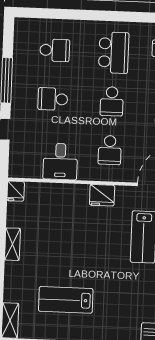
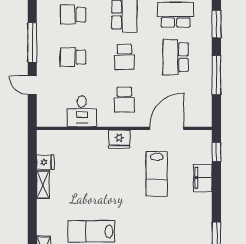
school desk: (55, 50) -> (73, 15), turned 180
fridge: (16, 191) -> (45, 162), moved, turned -90

